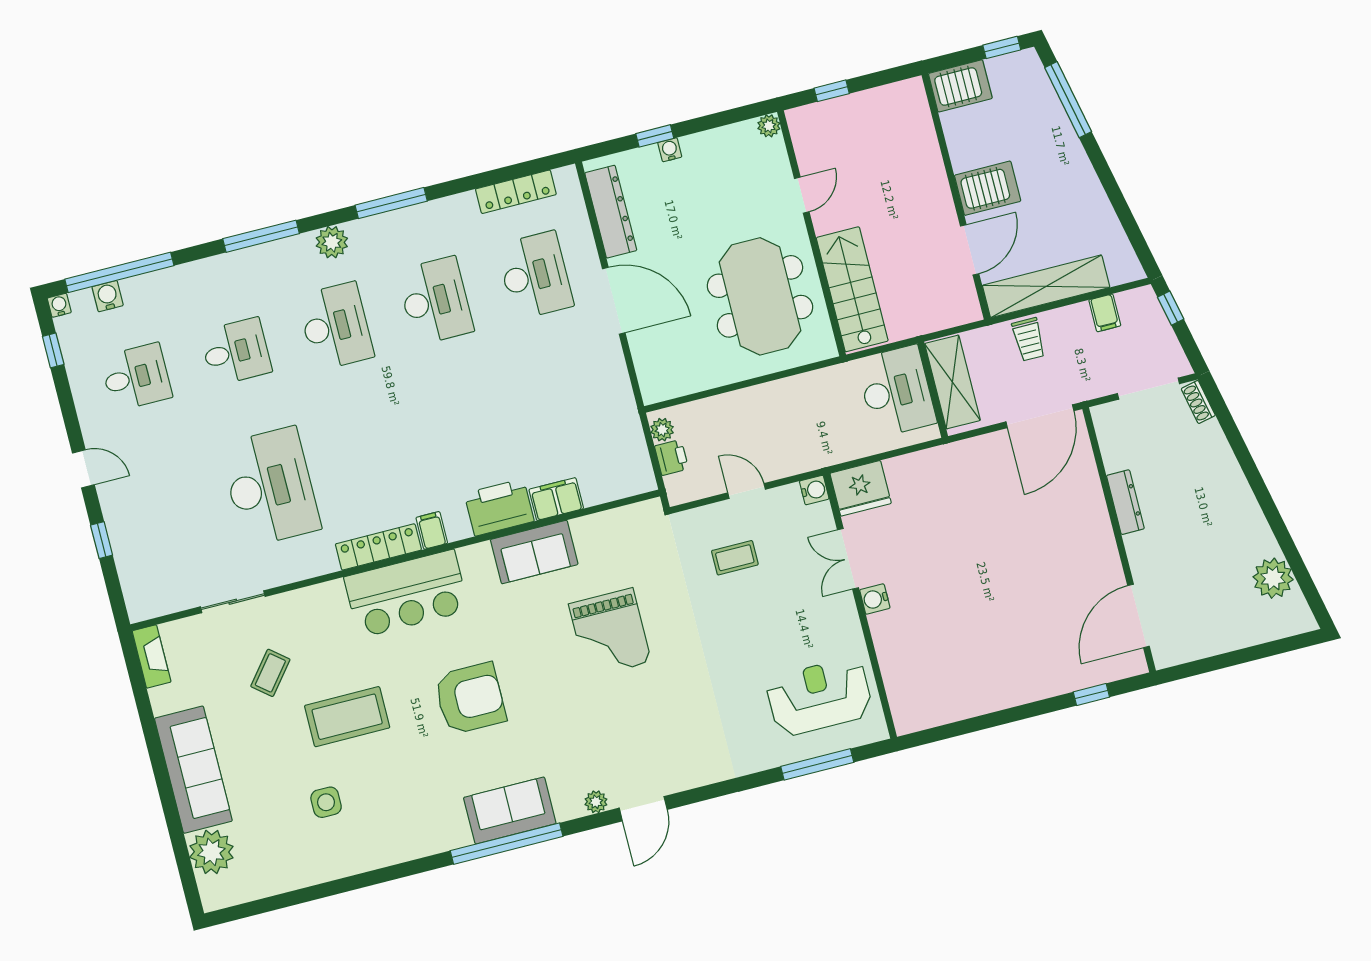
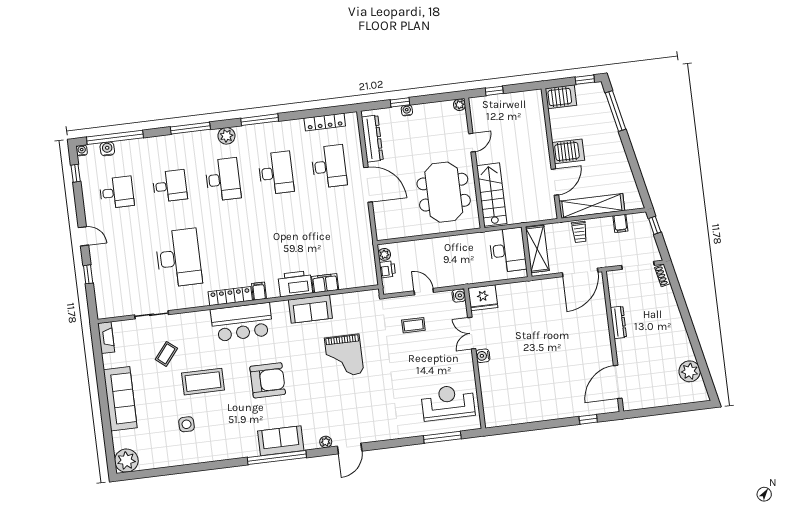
plant: (211, 852) -> (126, 461), moved

